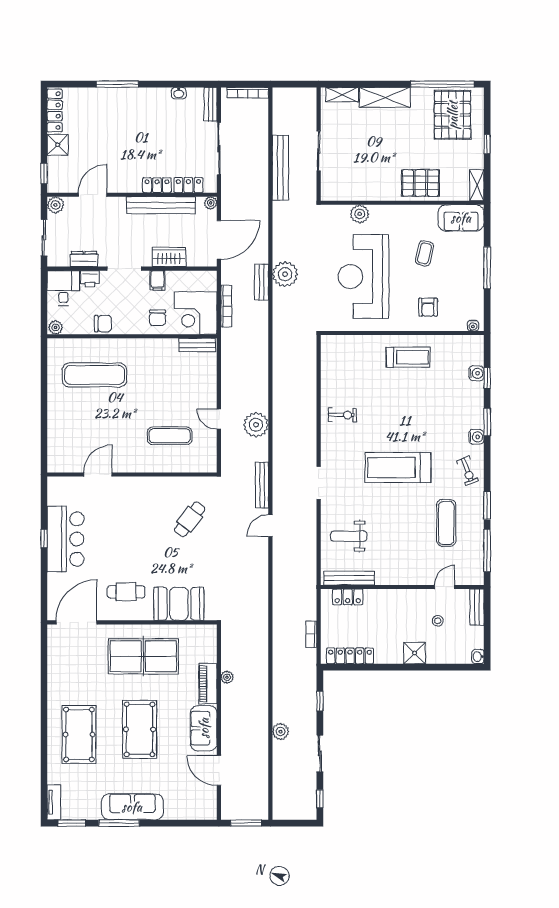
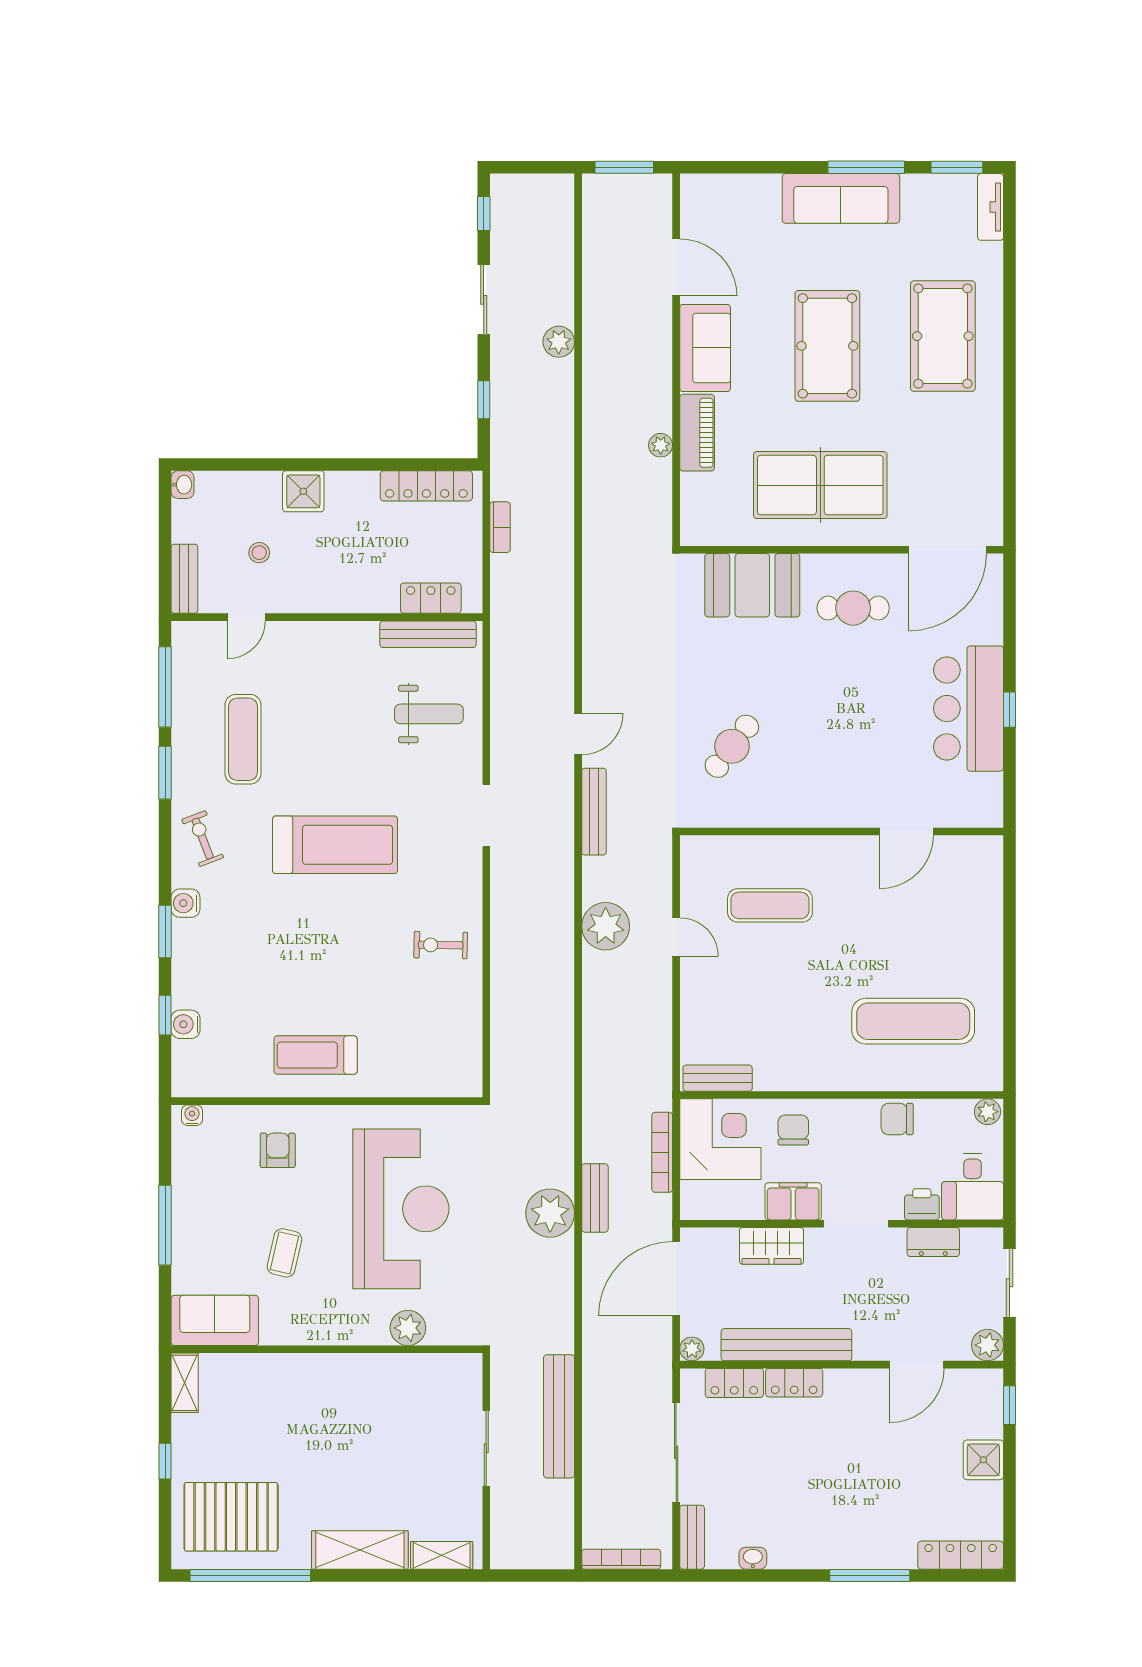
locker: (55, 111) -> (961, 1555), moved, turned 90
pallet: (453, 115) -> (231, 1517), turned 90
pallet: (420, 183) -> (292, 1387), removed
filing cabinet: (157, 280) -> (793, 1201), width x2.00

